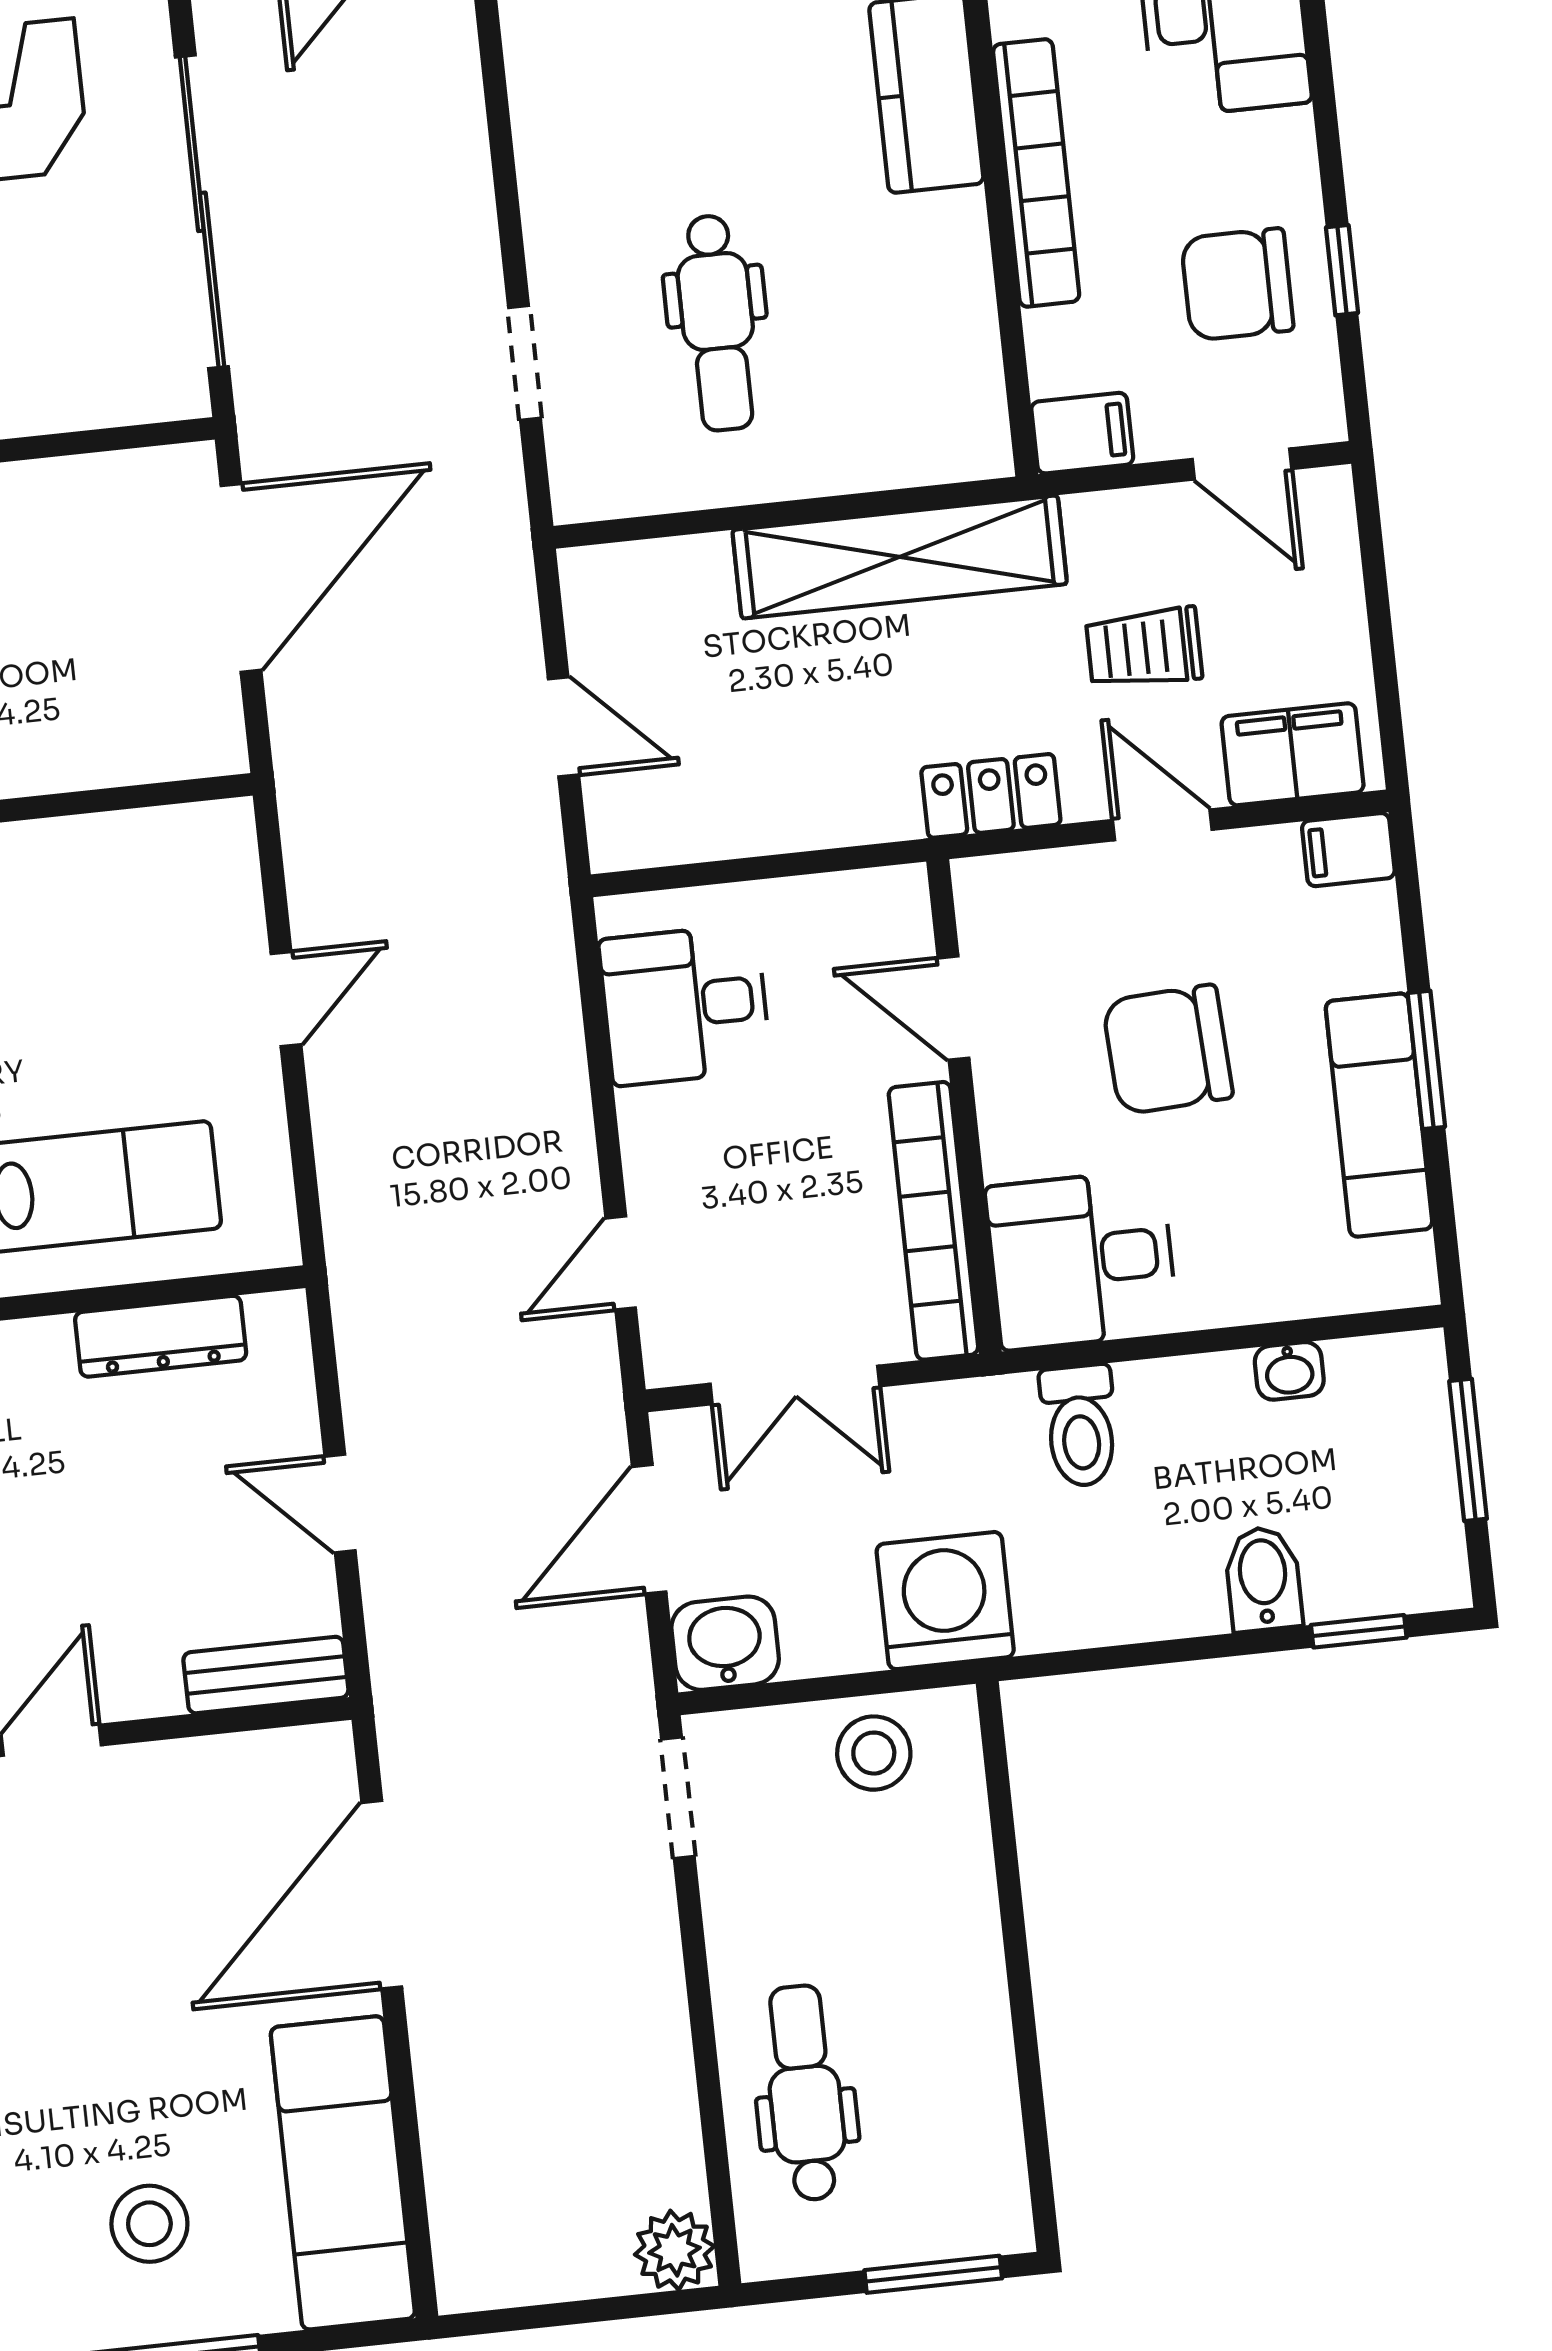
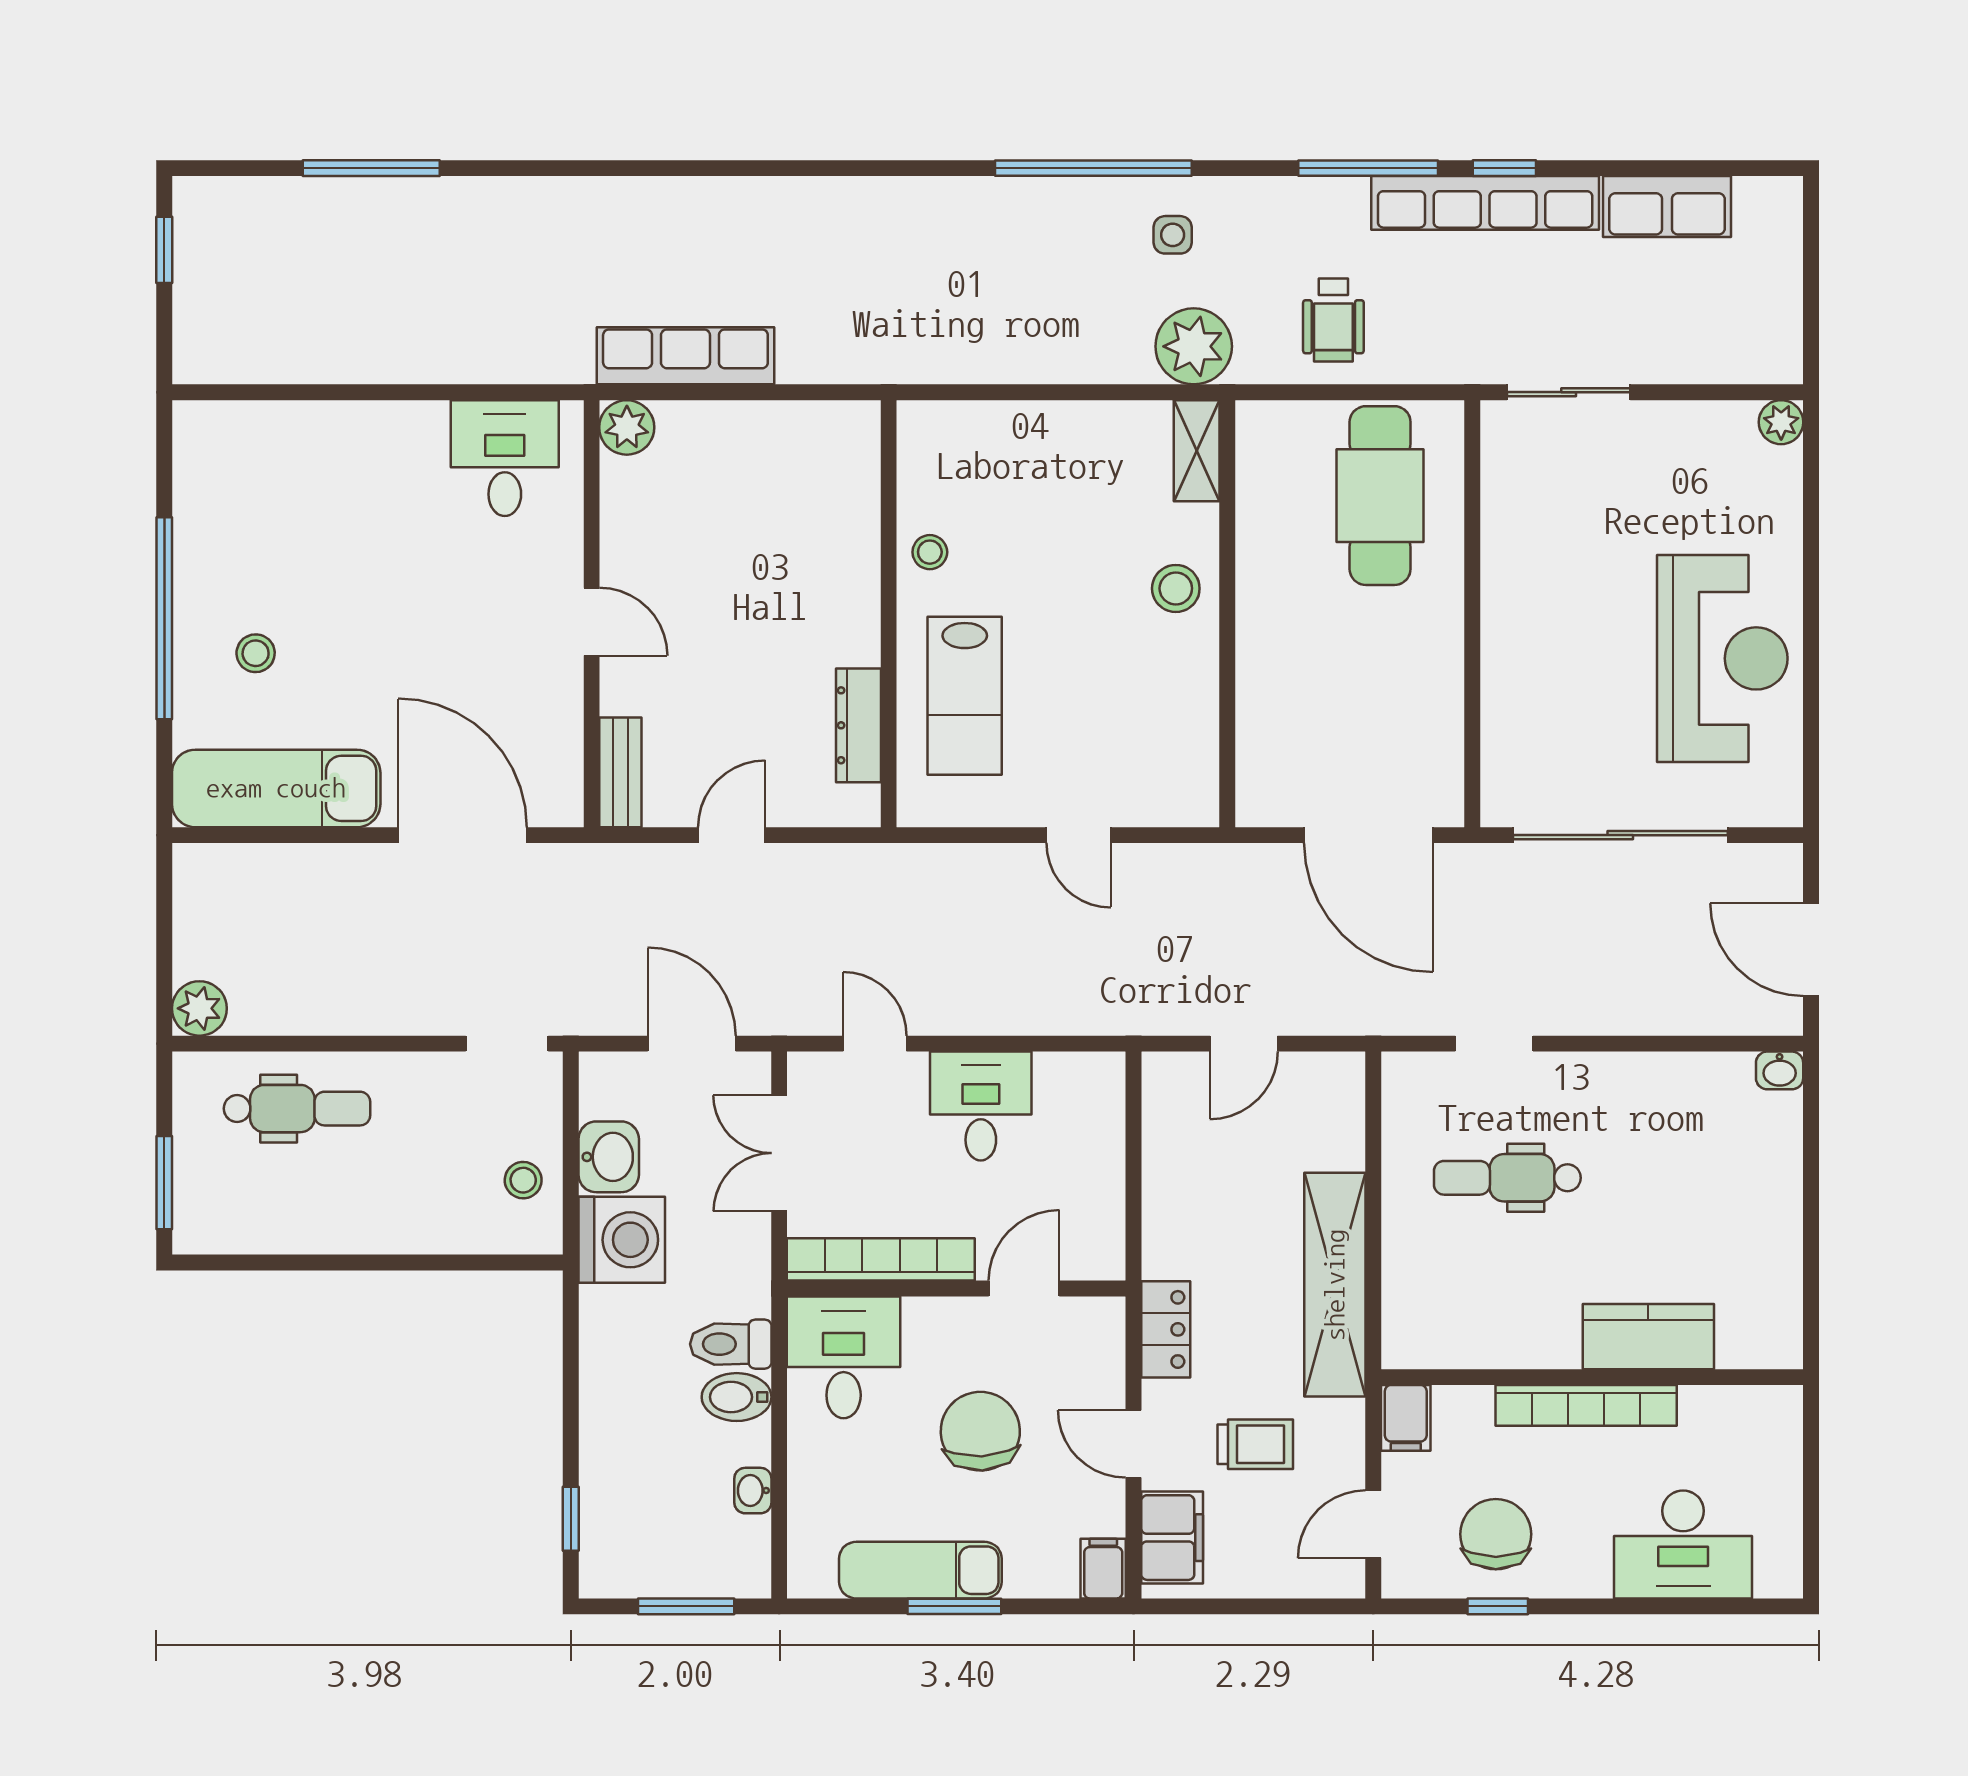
trolley: (1144, 648) -> (1255, 1444), turned 90
door: (1162, 825) -> (1134, 1444), swing flipped
desk: (685, 1005) -> (981, 1106), moved
bidet: (1263, 1579) -> (737, 1397), moved, turned 180
washbasin: (725, 1643) -> (609, 1157), moved
stool: (874, 1753) -> (523, 1180), width x0.73, depth x0.73
stool: (149, 2224) -> (256, 653), width x0.73, depth x0.73

